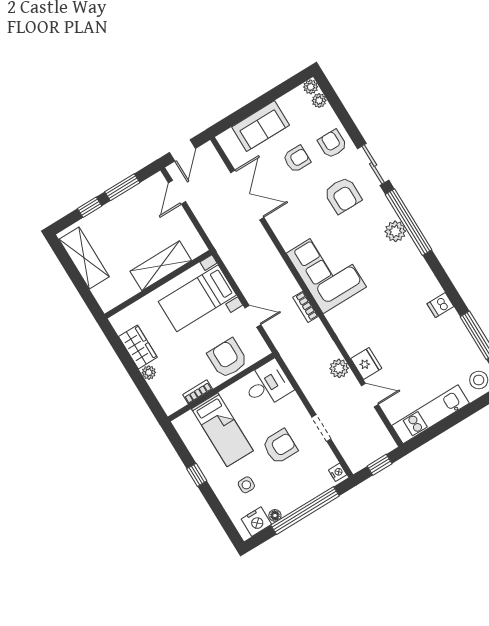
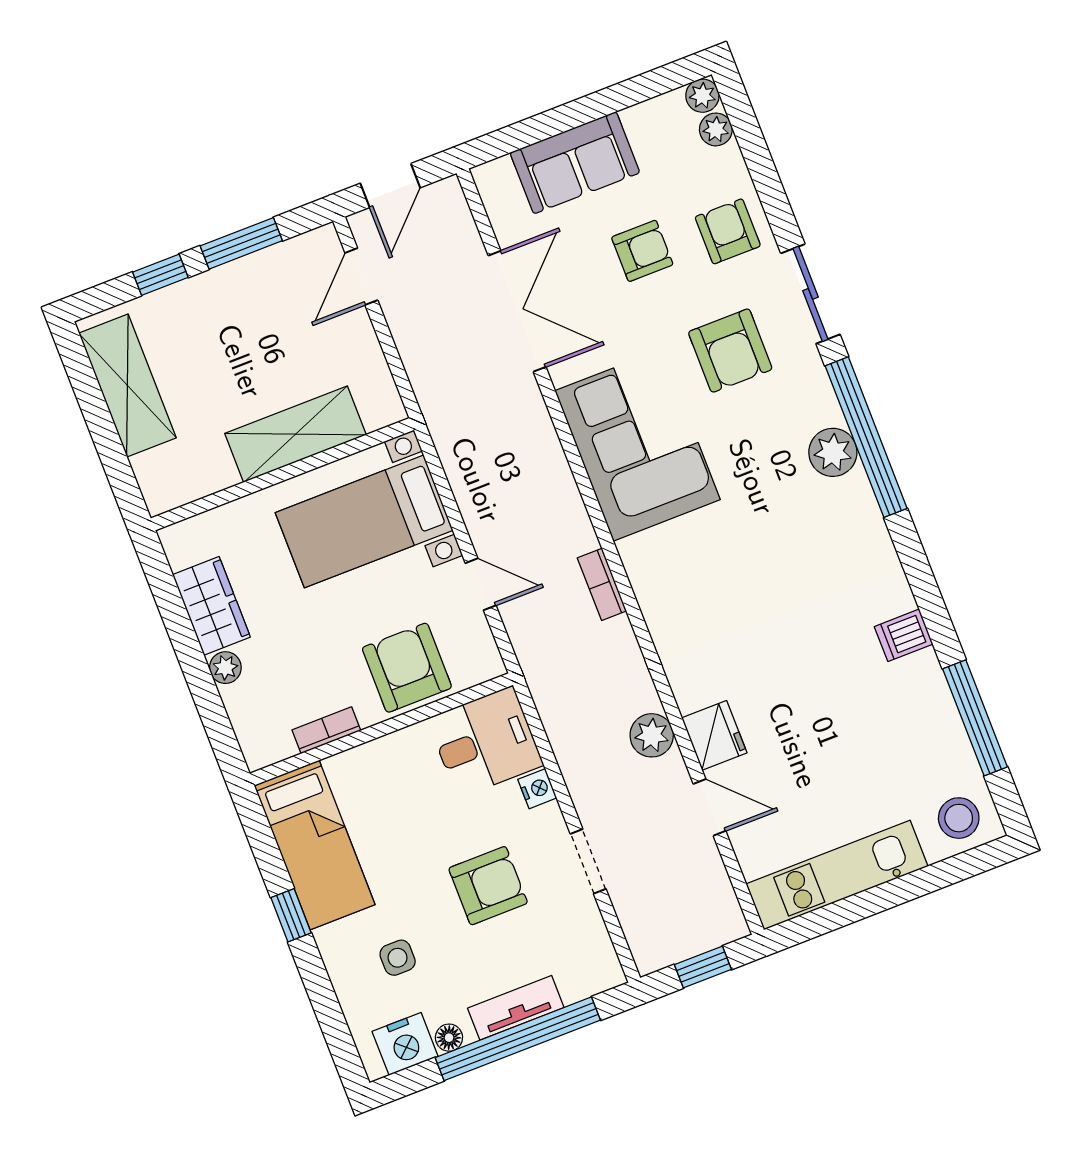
corner sofa: (326, 270) -> (637, 445), moved
bed: (222, 430) -> (315, 845), moved
nightstand: (338, 472) -> (537, 789), moved
tv unit: (302, 497) -> (516, 1008), added

